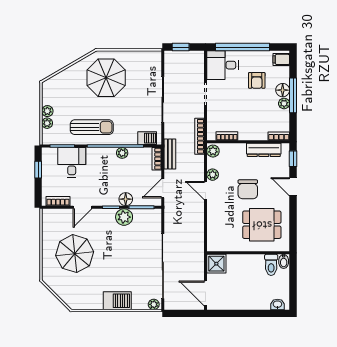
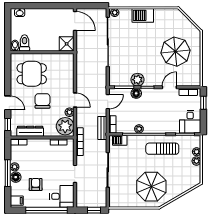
plant: (213, 151) -> (65, 126), width x1.88, depth x1.88
desk: (72, 162) -> (190, 122), moved
window: (38, 170) -> (203, 103), moved

